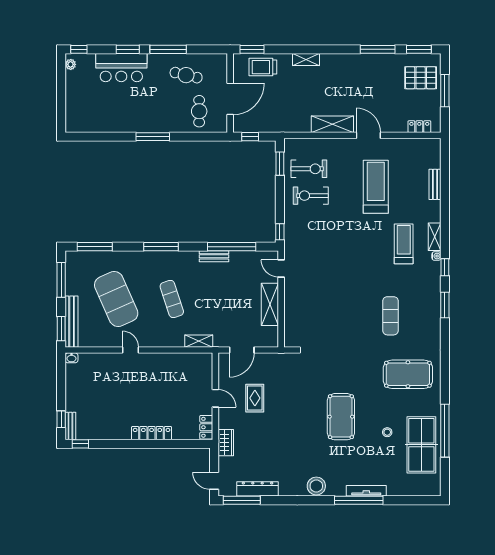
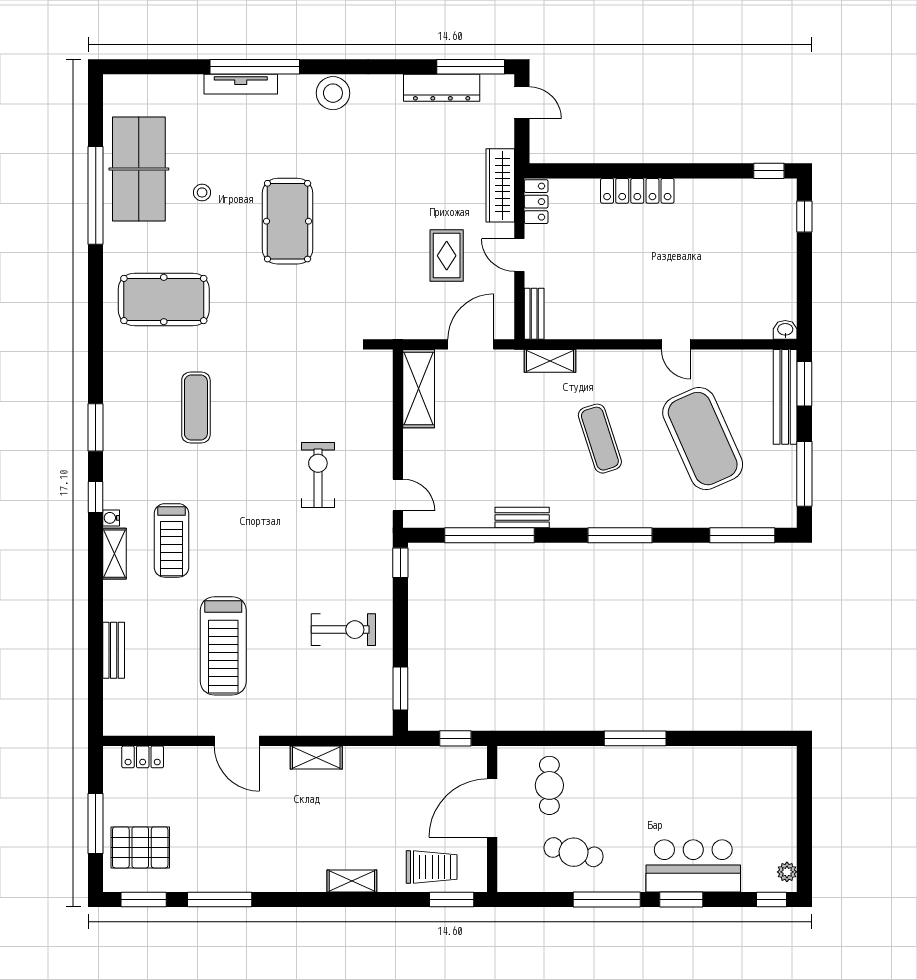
shelving: (332, 124) -> (316, 758), width x0.67, depth x0.75
exercise bike: (309, 169) -> (318, 475), moved, turned 90
shelving: (270, 304) -> (419, 389), moved
bench: (70, 426) -> (534, 314), moved
wardrobe: (226, 443) -> (500, 185), width x1.50

